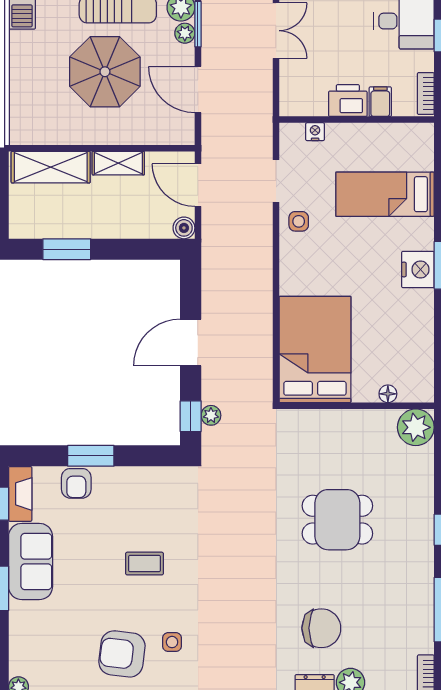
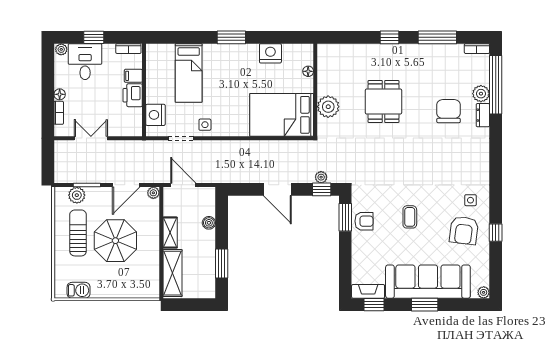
plant: (185, 33) -> (153, 193), moved
nightstand: (315, 132) -> (155, 115), width x1.89, depth x1.79
door: (198, 185) -> (183, 185), swing flipped
boiler: (184, 228) -> (209, 223), moved
nightstand: (418, 269) -> (270, 53), moved
plant: (416, 427) -> (328, 107), moved
window: (91, 456) -> (345, 217), moved
armchair: (76, 483) -> (364, 221), moved
sofa: (31, 561) -> (428, 282), width x1.85, depth x1.27
side table: (172, 642) -> (470, 200), moved

